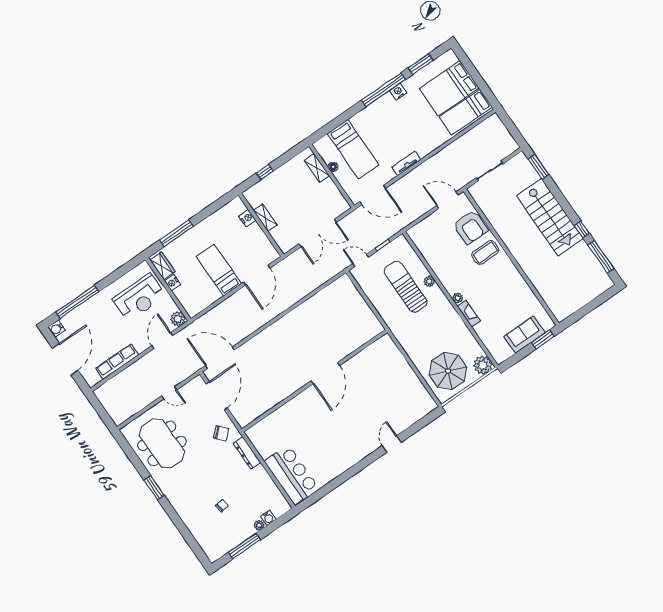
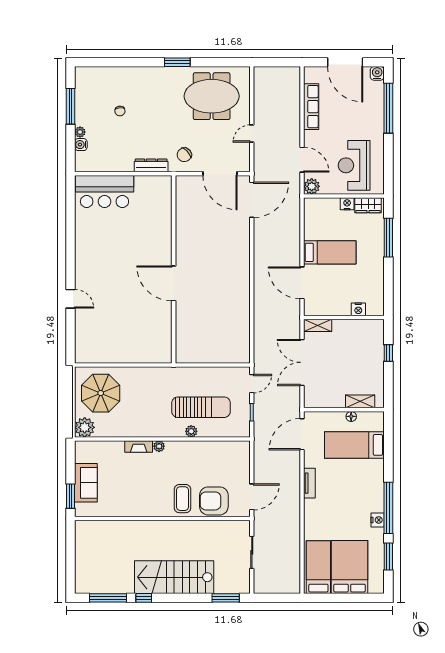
shelving: (265, 218) -> (318, 325), moved

